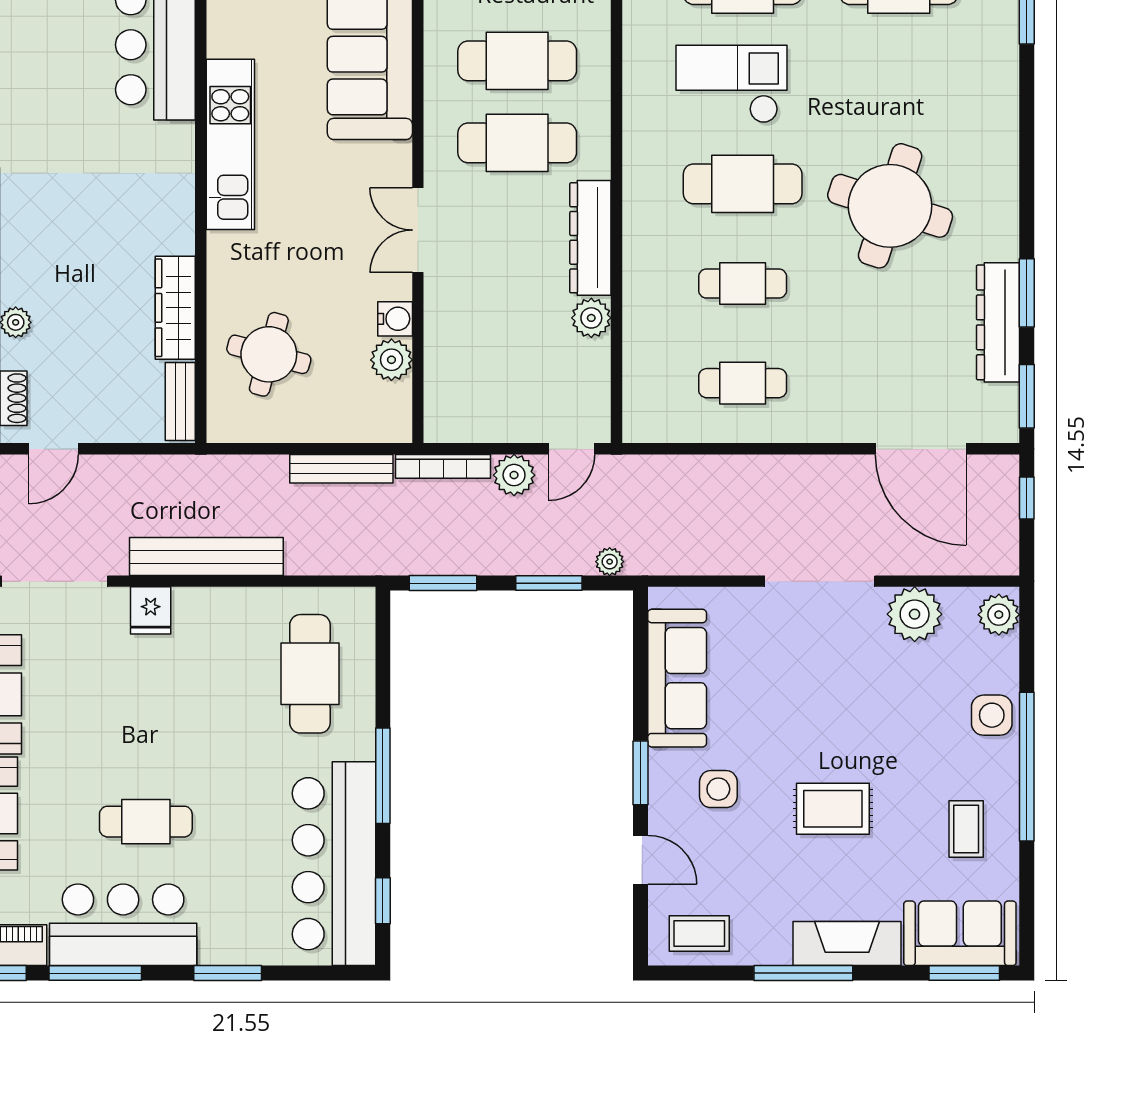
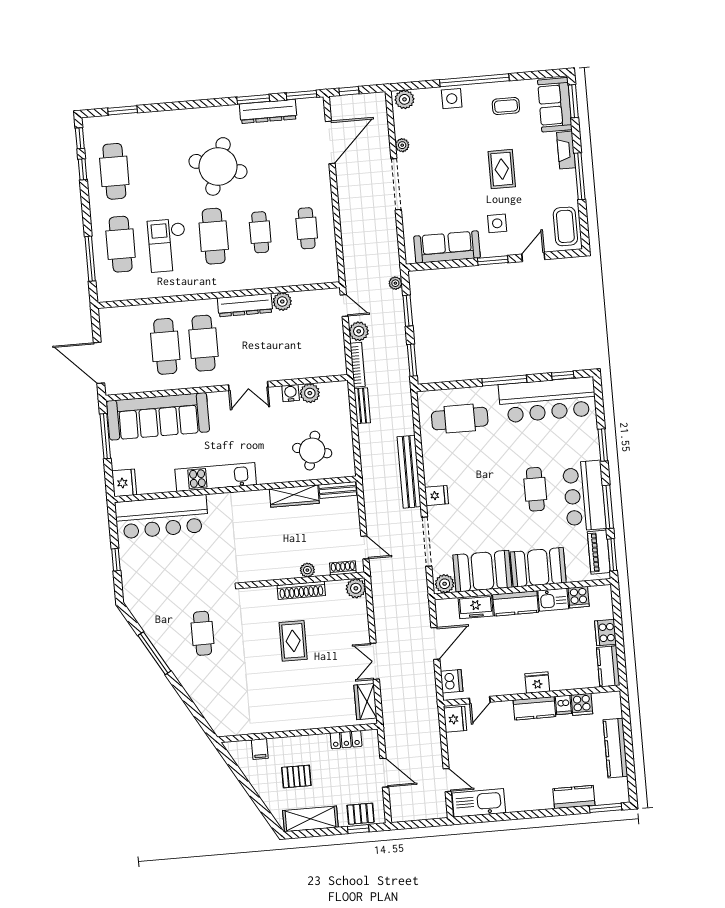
bench: (341, 469) -> (362, 406), width x0.73
plant: (915, 614) -> (402, 145), width x0.53, depth x0.53
coffee table: (699, 933) -> (565, 226), width x1.36, depth x1.30
fireplace: (847, 943) -> (566, 150), width x0.73, depth x0.76

